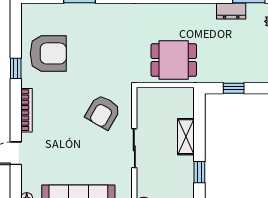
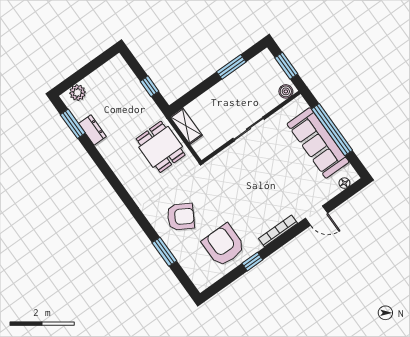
armchair: (103, 112) -> (181, 217), moved
shelving: (186, 137) -> (186, 126), moved, turned 90
window: (199, 172) -> (231, 67), width x1.50

